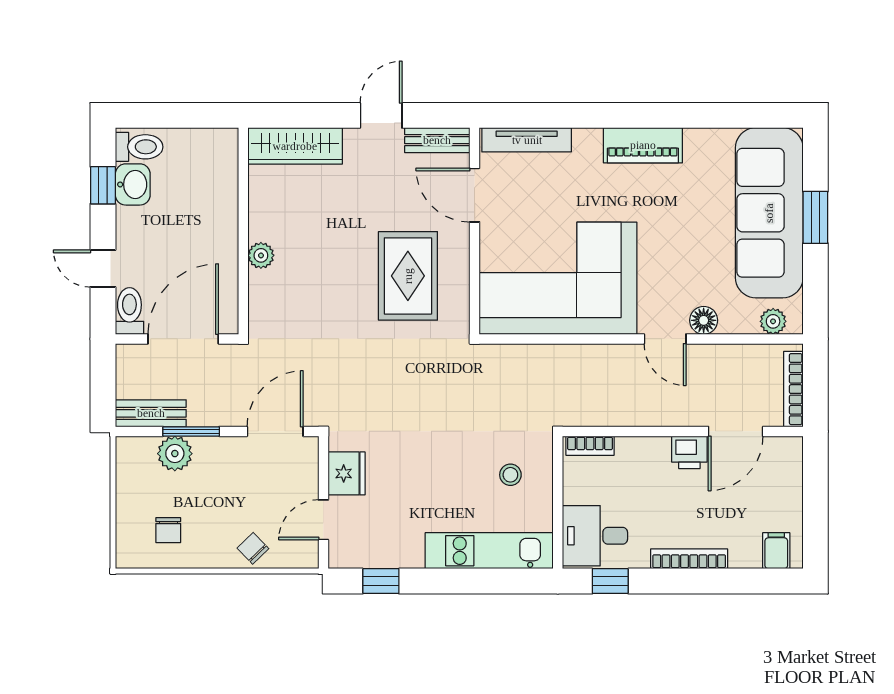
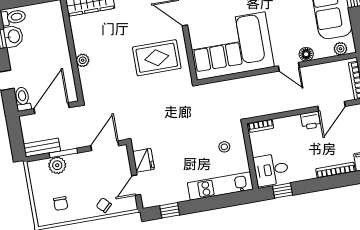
rug: (408, 276) -> (157, 58), turned 90
bookcase: (689, 559) -> (336, 170), moved

